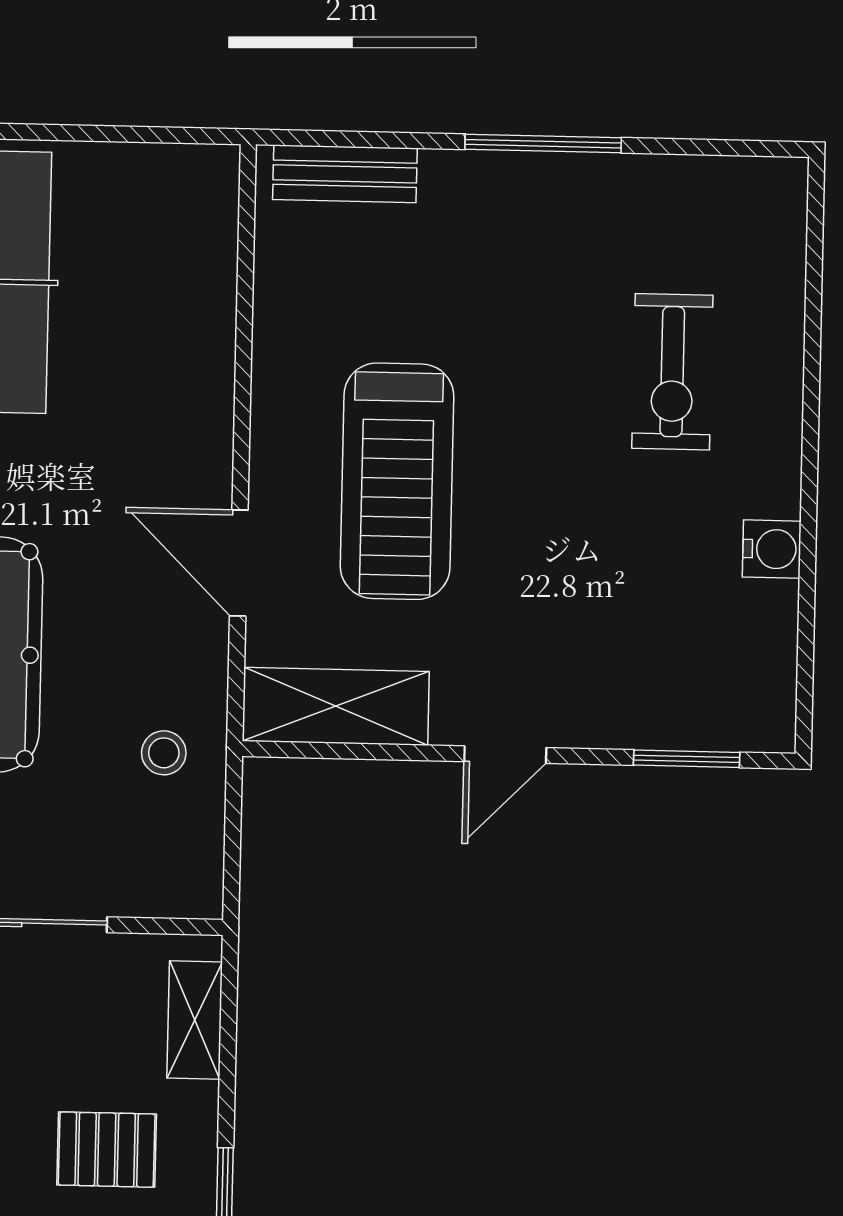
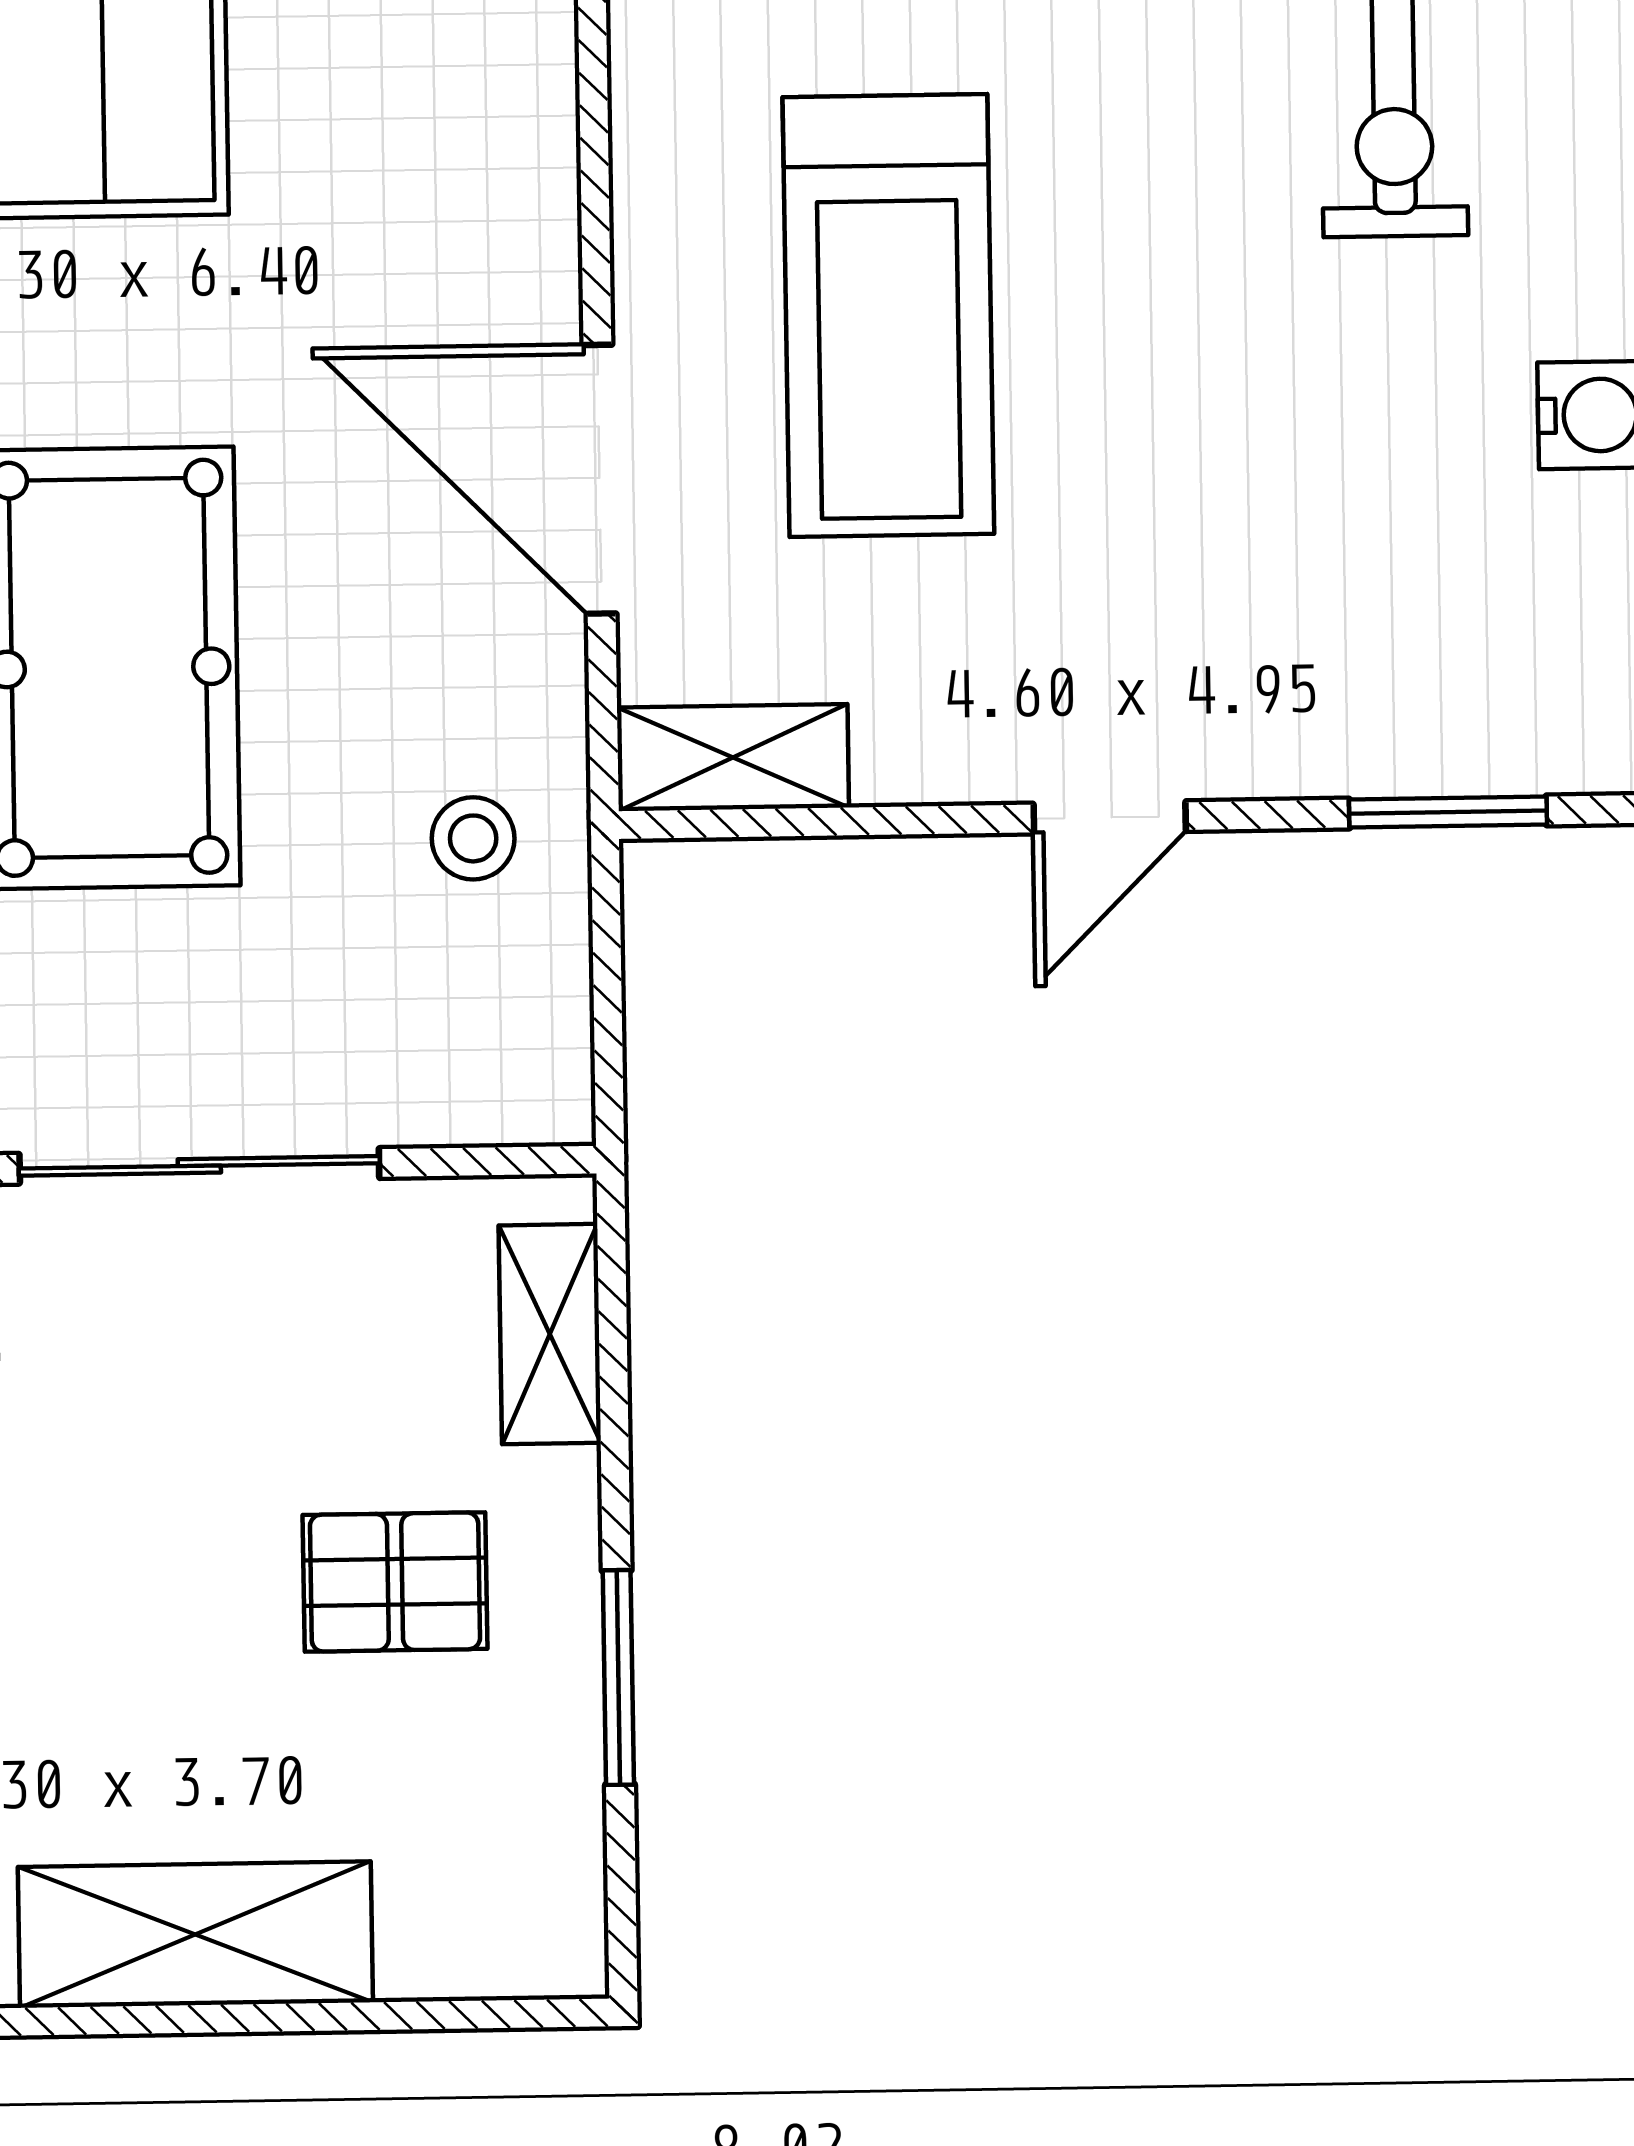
door: (239, 563) -> (599, 479), width x1.36
shelving: (336, 706) -> (733, 758), width x0.67, depth x0.75

